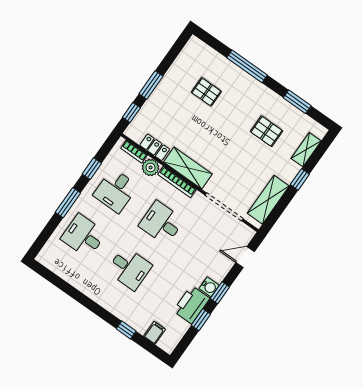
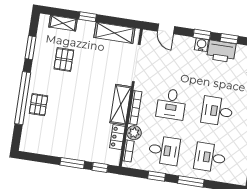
window: (247, 66) -> (23, 98), width x1.46
pallet: (206, 92) -> (38, 105), moved
desk: (83, 236) -> (210, 157), turned 90
desk: (129, 268) -> (217, 111), turned -90

